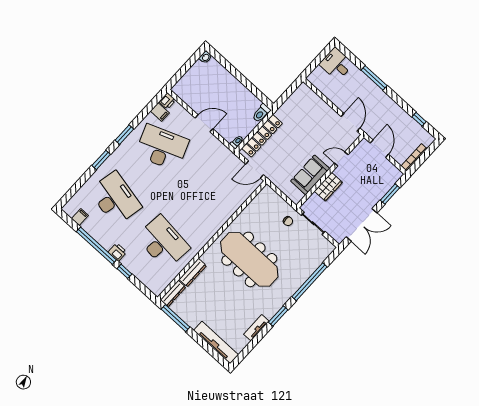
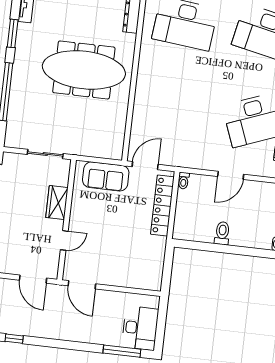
desk: (336, 64) -> (140, 328), width x1.37
window: (374, 78) -> (122, 351), moved
toilet: (261, 113) -> (222, 233), moved
sofa: (310, 175) -> (106, 176), moved, turned 90
chair: (288, 221) -> (73, 138), removed

